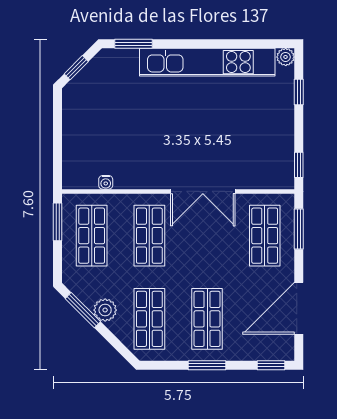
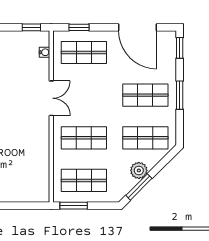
water cooler: (106, 182) -> (44, 52), moved
double door: (203, 191) -> (51, 98), width x0.73
window: (299, 229) -> (79, 27), width x0.67

